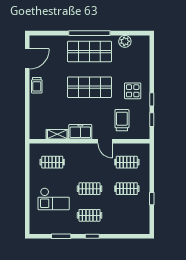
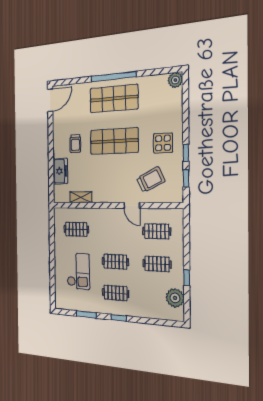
plant: (125, 41) -> (175, 80), moved
door: (27, 59) -> (50, 100), moved
trolley: (37, 85) -> (75, 143), moved
trolley: (122, 120) -> (151, 180), turned 64
freezer: (80, 132) -> (60, 171), moved, turned 90
checkout: (54, 199) -> (78, 271), turned -90
plant: (142, 215) -> (175, 298), added

